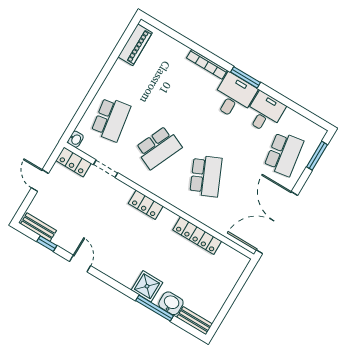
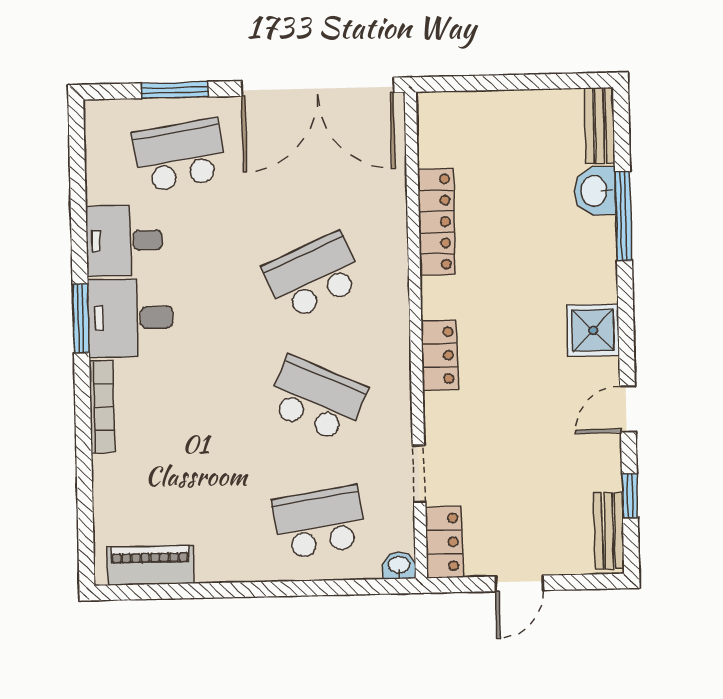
window: (317, 156) -> (174, 90), moved
shower: (147, 286) -> (593, 330), moved

